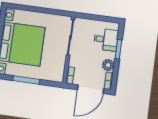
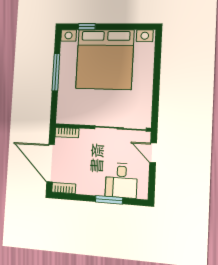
door: (89, 17) -> (153, 153), added
plant: (108, 65) -> (85, 186), removed

